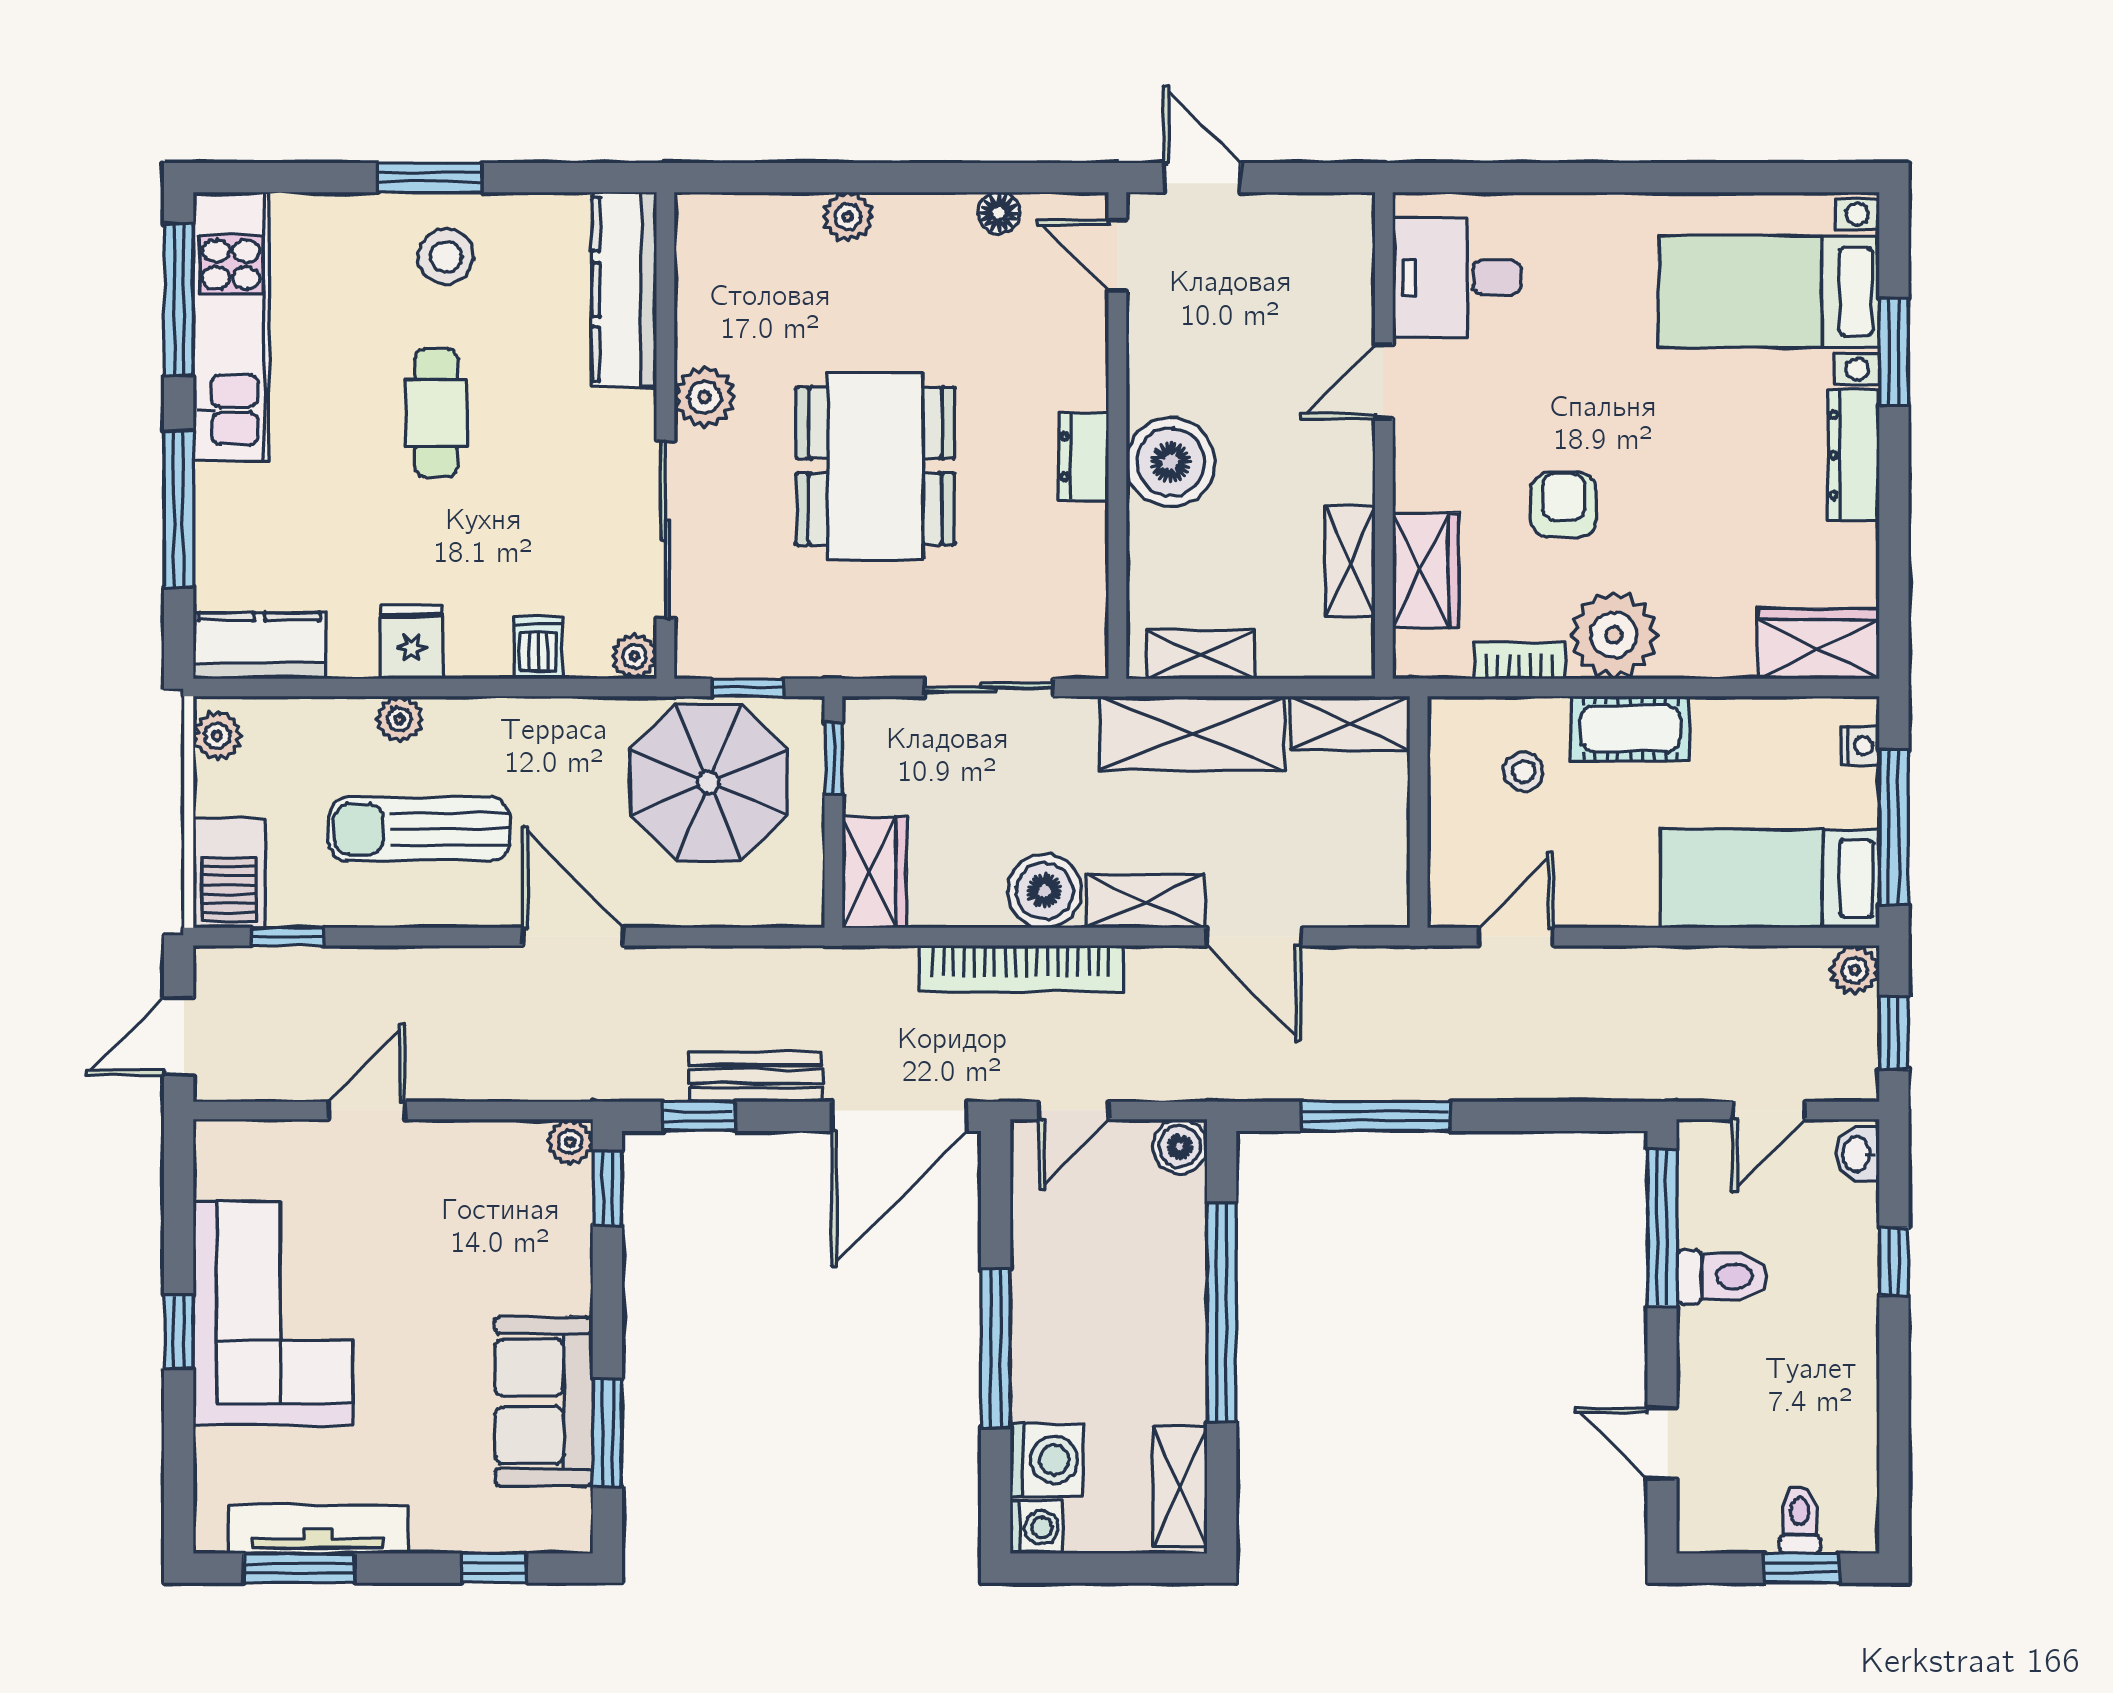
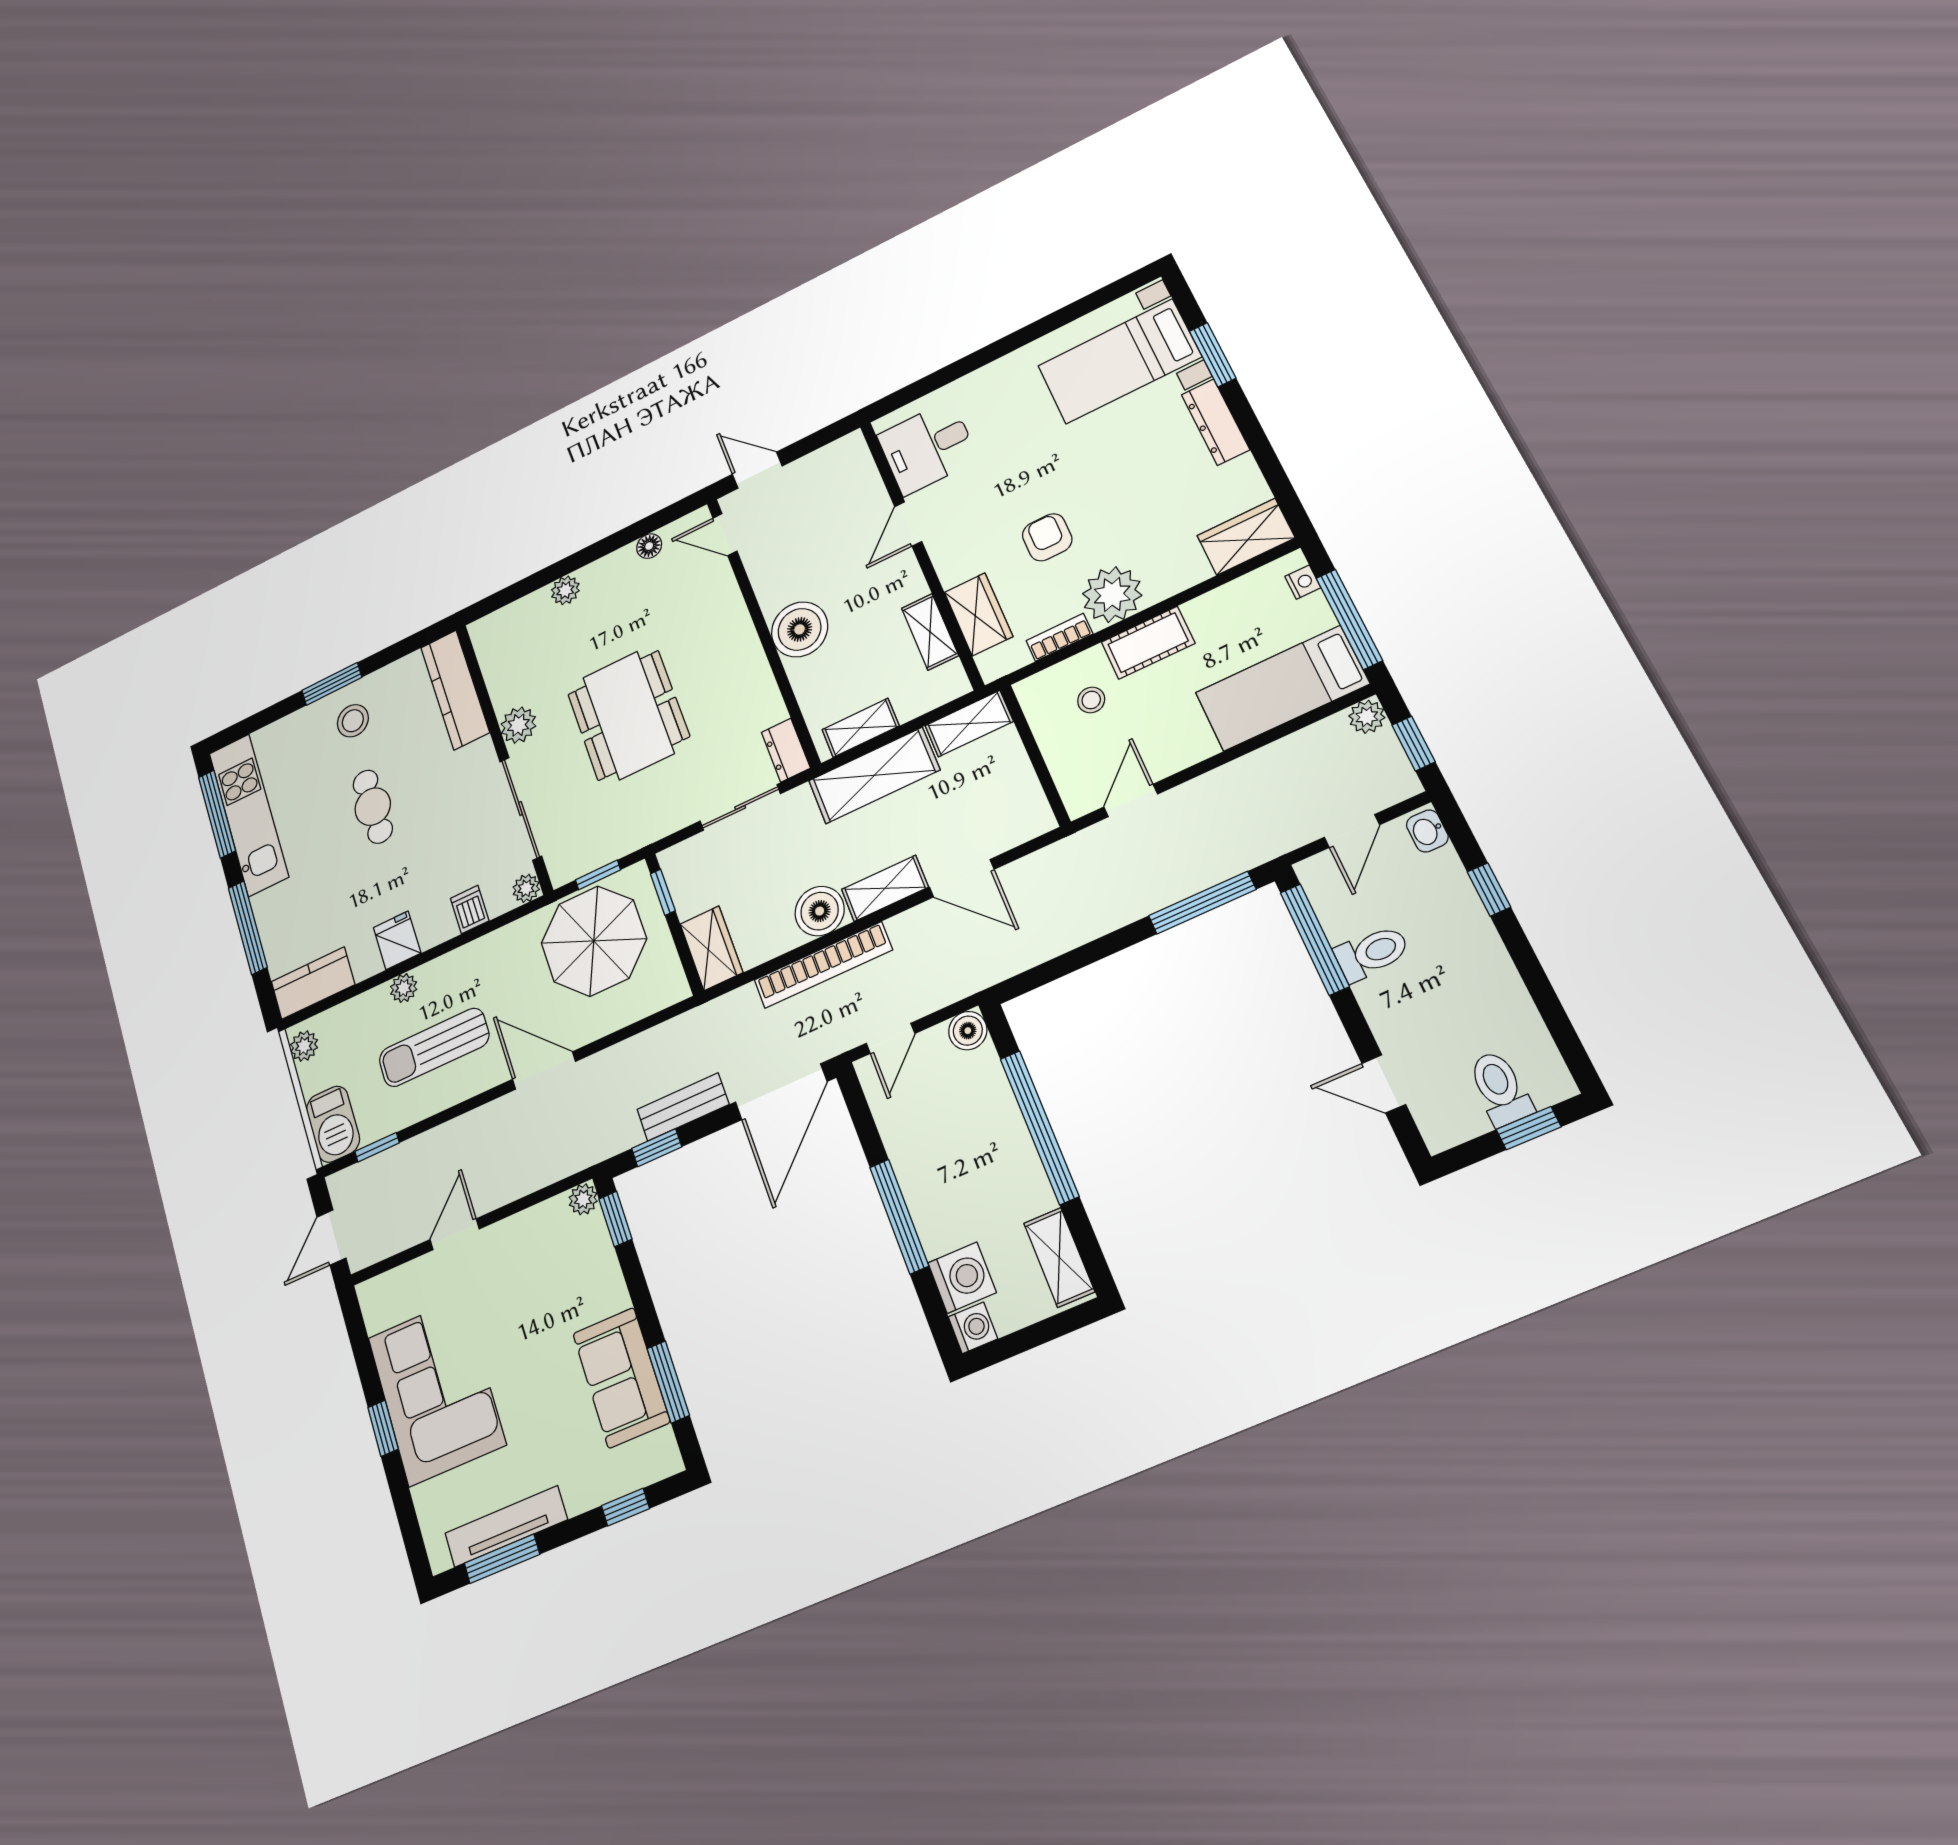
dresser: (1084, 456) -> (786, 750), moved
window: (1376, 1116) -> (1202, 903), moved
toilet: (1800, 1520) -> (1500, 1088), width x1.37, depth x1.39

